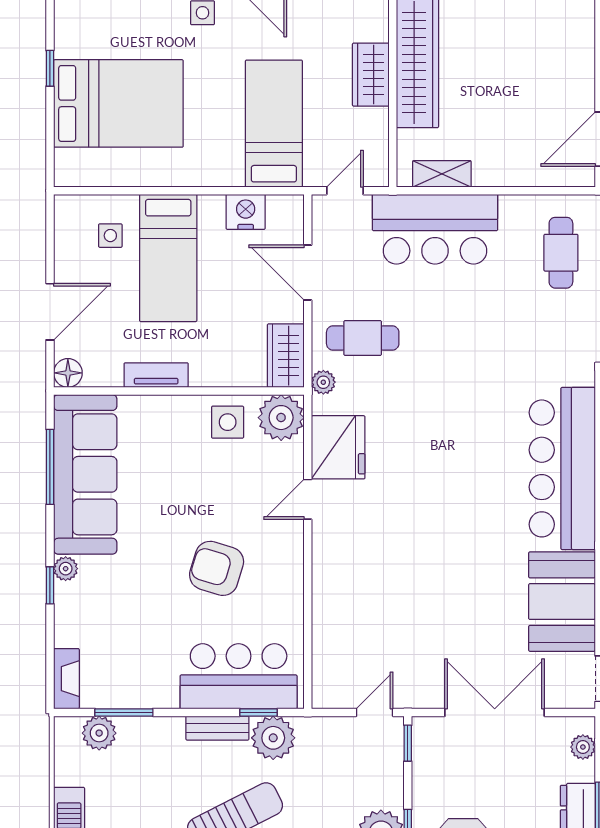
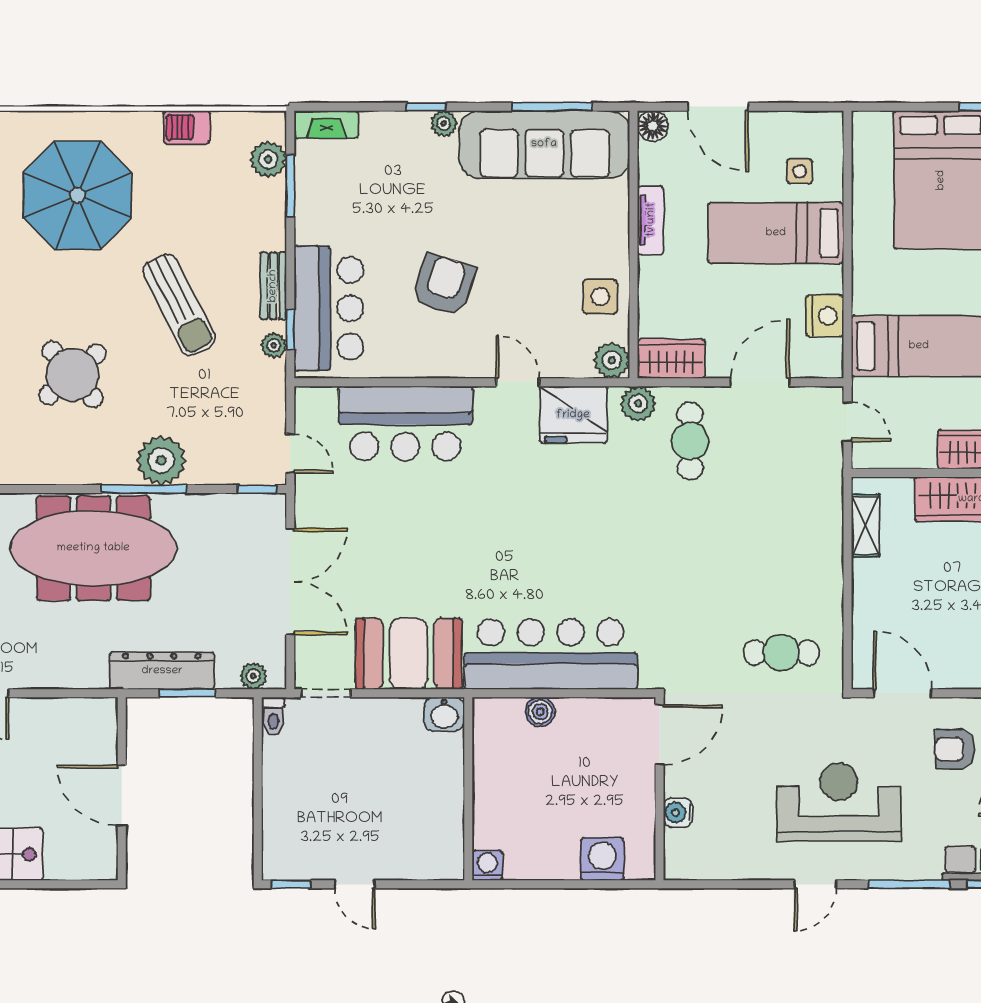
bar counter: (435, 229) -> (405, 423), moved, turned -90
plant: (323, 382) -> (638, 404), width x1.38, depth x1.38
plant: (281, 418) -> (612, 360), width x0.73, depth x0.73
plant: (273, 738) -> (274, 345), width x0.53, depth x0.53

